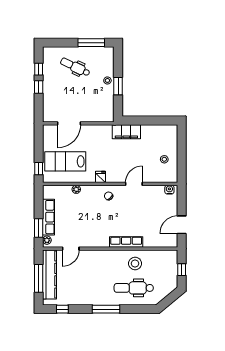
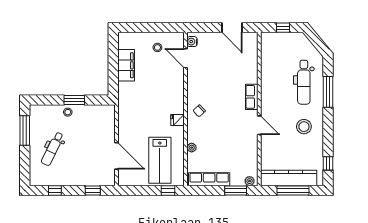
window: (39, 87) -> (93, 191), moved
filing cabinet: (126, 132) -> (126, 65), moved
door: (134, 184) -> (186, 58), moved
row of seats: (48, 217) -> (209, 179), moved
row of seats: (126, 242) -> (252, 97), width x0.68
door: (71, 249) -> (259, 125), moved
stool: (135, 263) -> (304, 127), moved
window: (106, 309) -> (328, 92), moved

